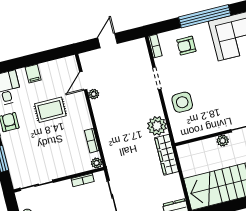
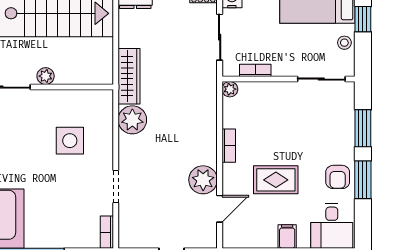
armchair: (186, 46) -> (63, 222), removed
plant: (94, 94) -> (203, 180), width x1.88, depth x1.88
side table: (182, 102) -> (70, 141), moved
bookcase: (92, 141) -> (229, 146), moved

